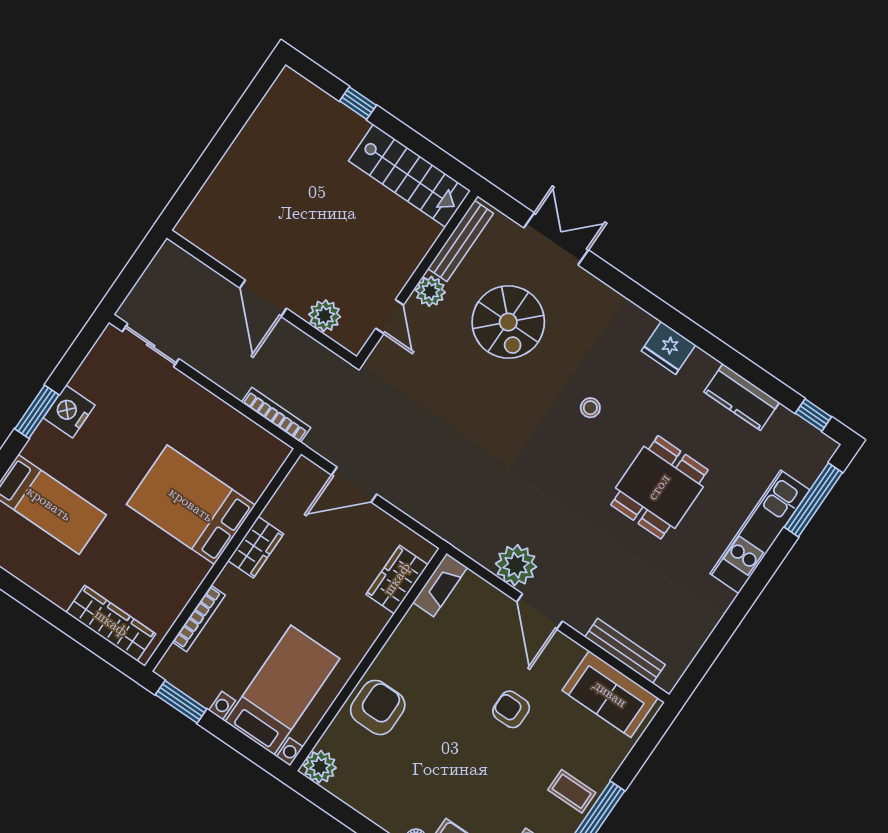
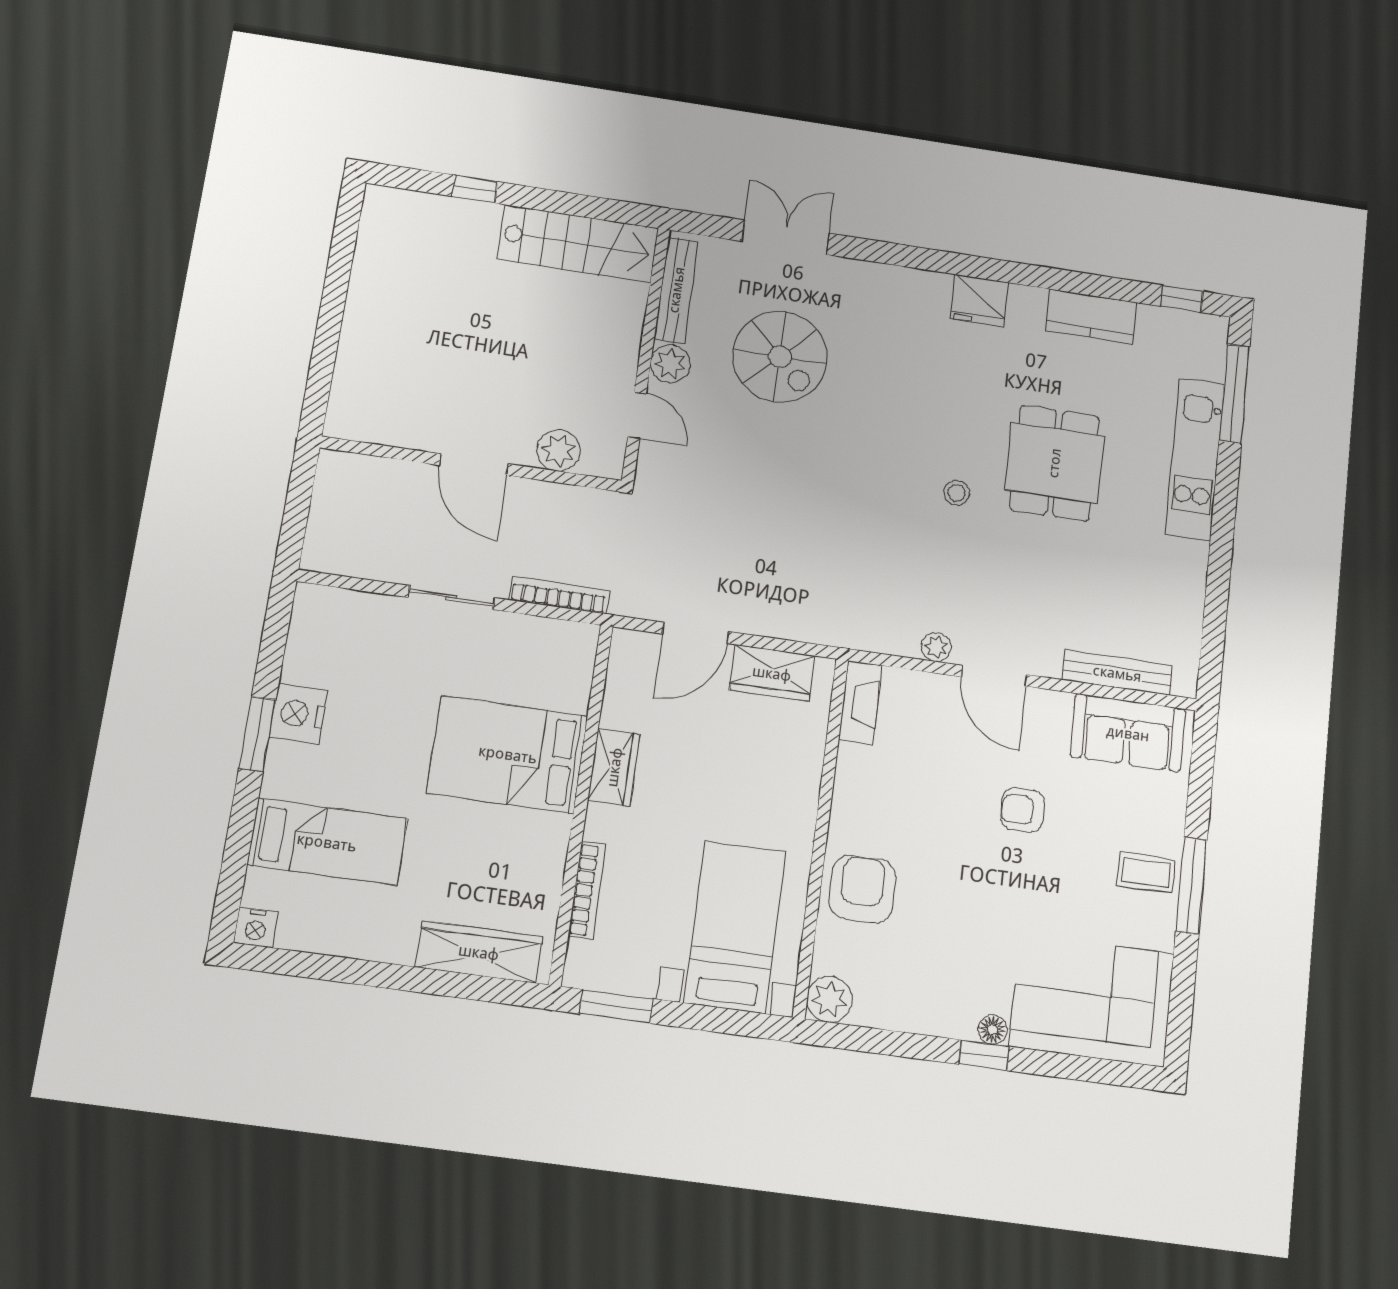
sliding door: (151, 345) -> (452, 598), moved
stool: (590, 408) -> (957, 493), moved
plant: (516, 565) -> (936, 647), width x0.53, depth x0.53
wardrobe: (397, 579) -> (772, 673), moved, turned -90

